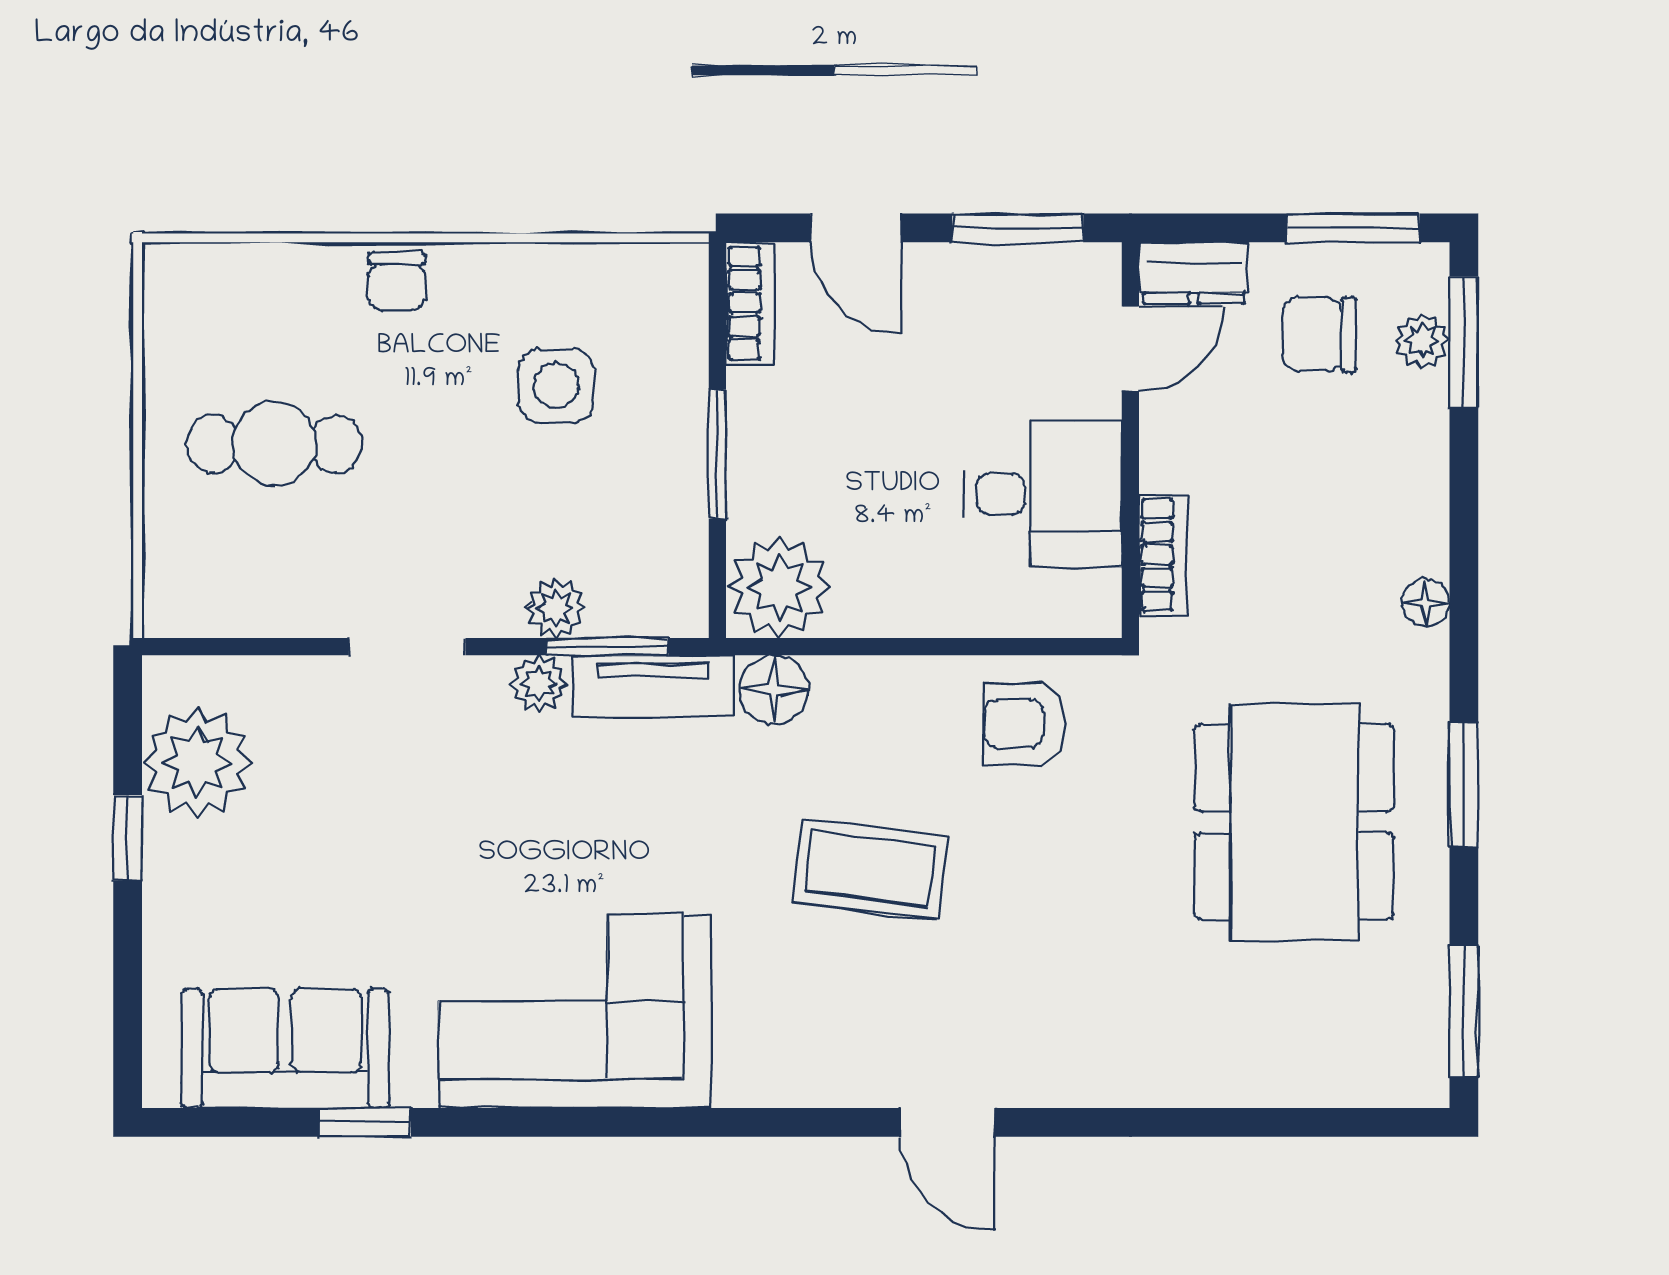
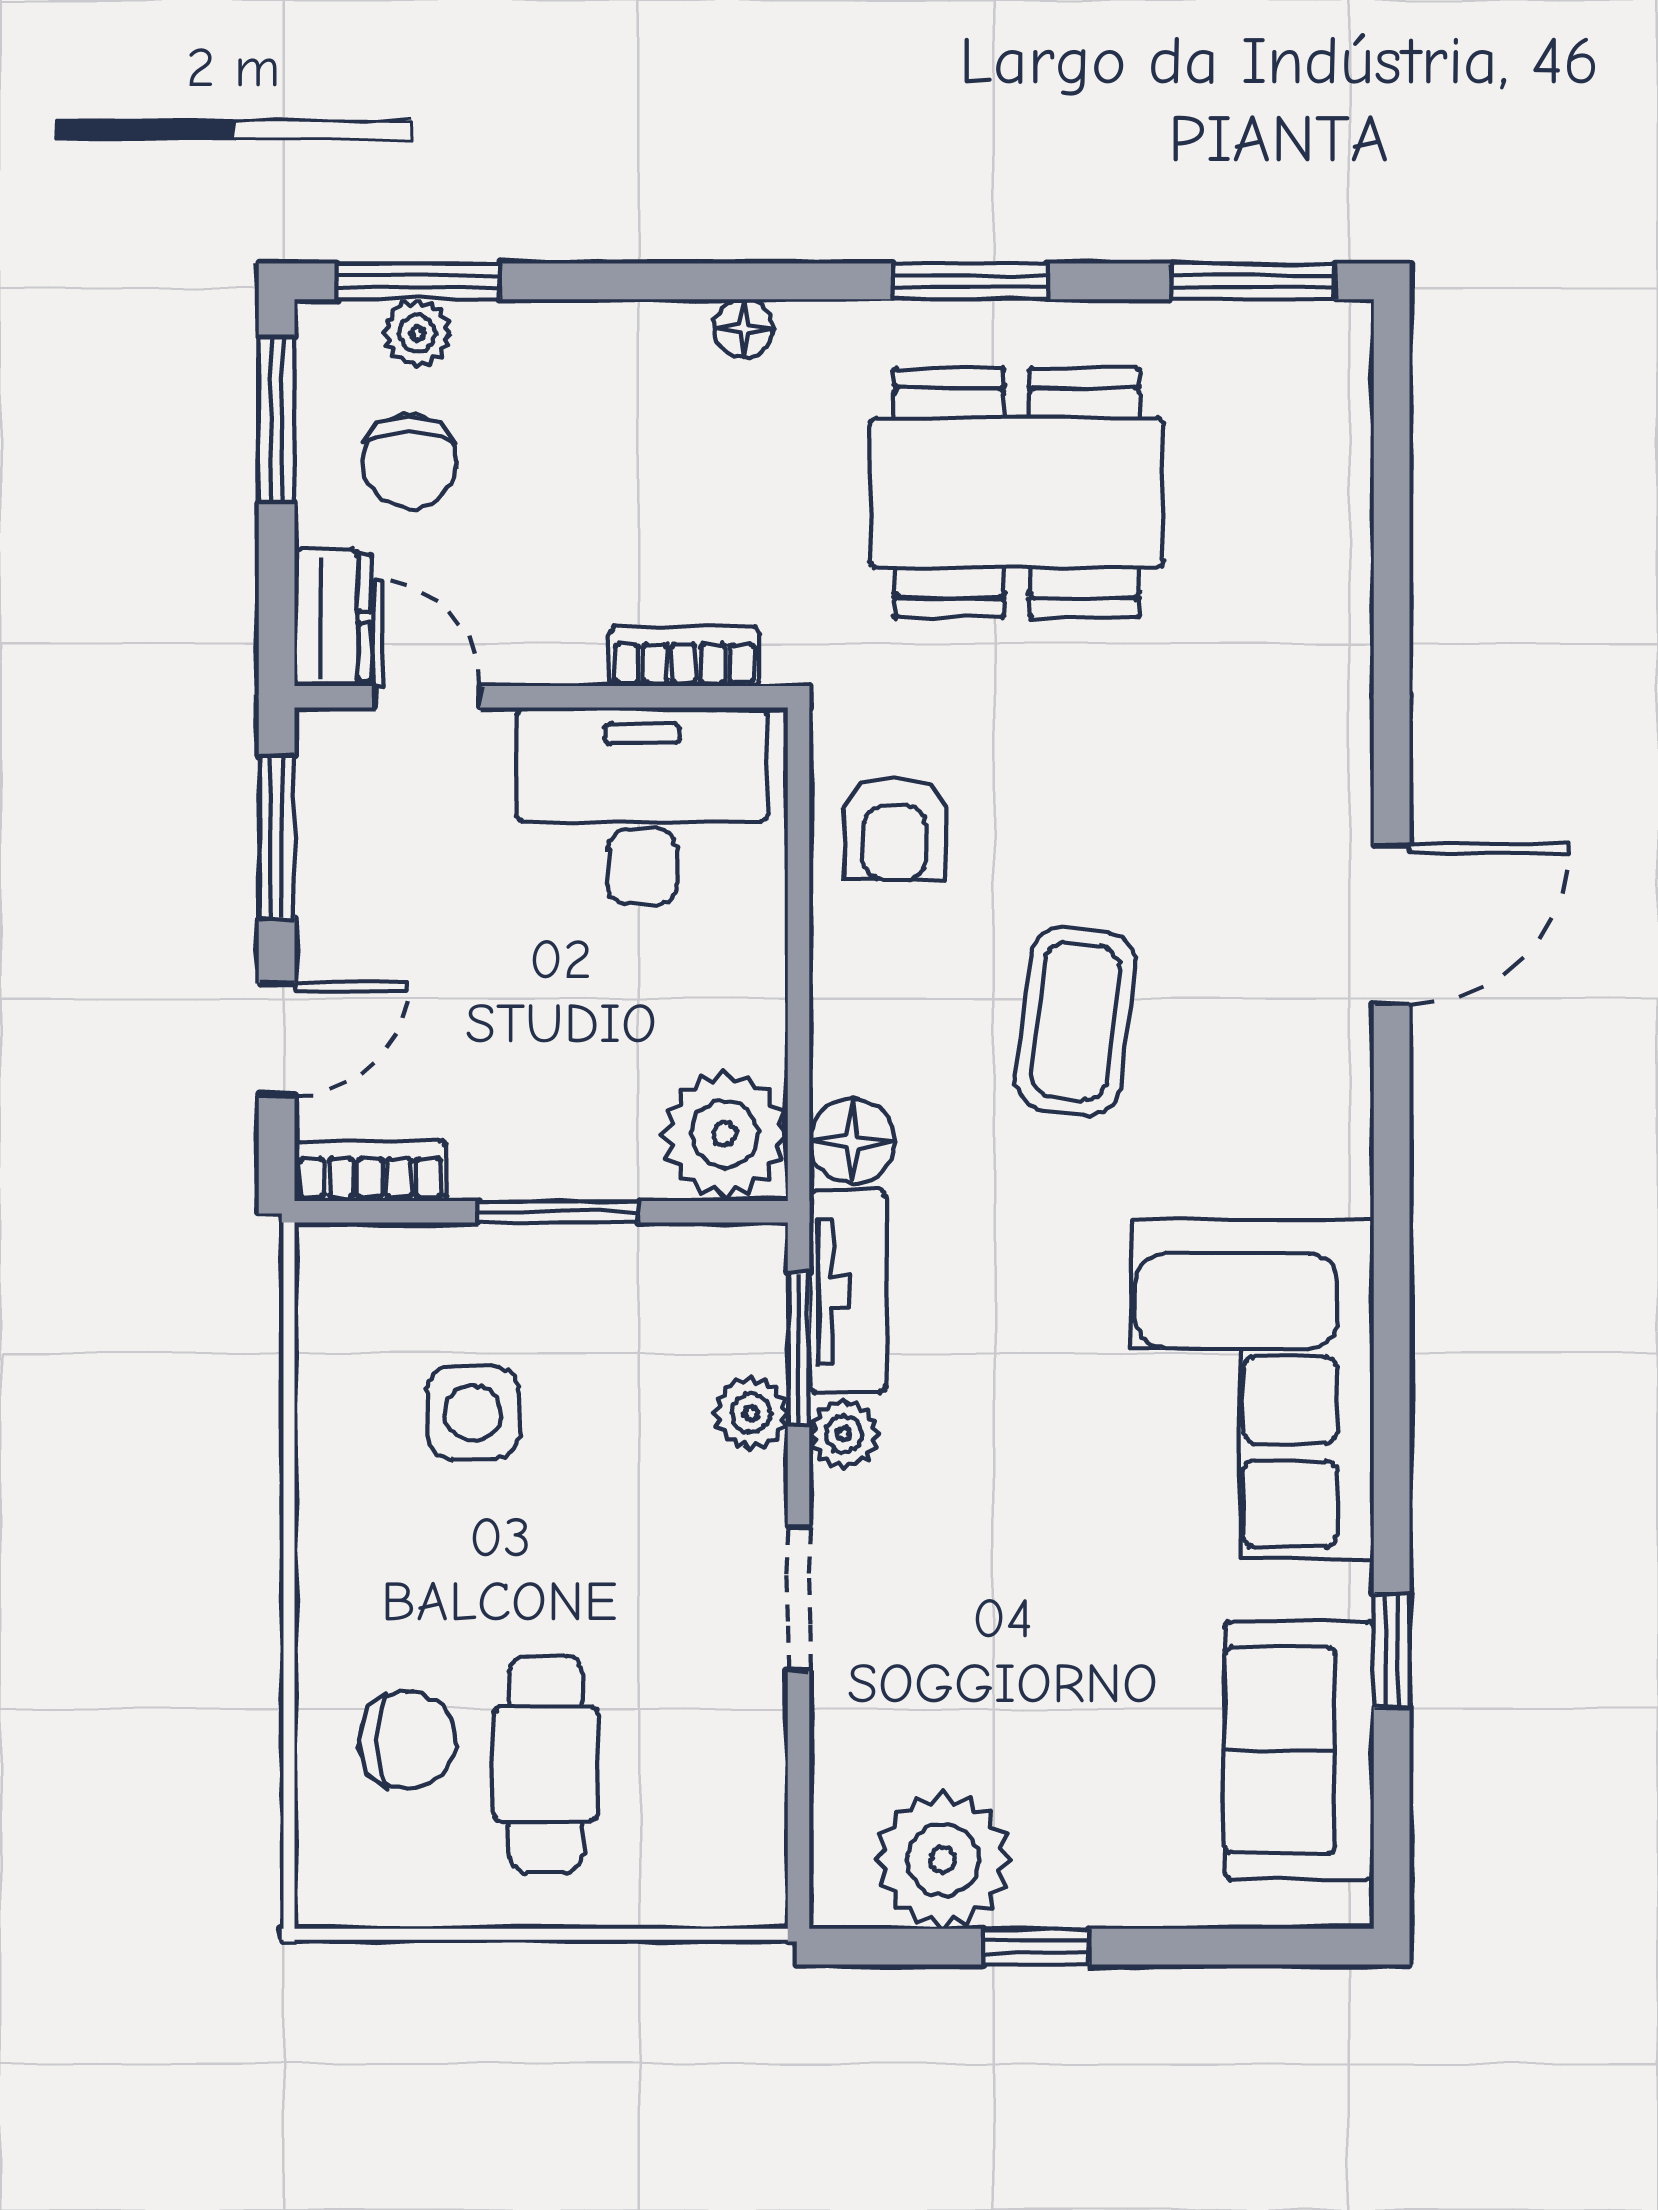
chair: (397, 282) -> (408, 1740), moved, width x1.37, depth x1.37
desk: (1043, 494) -> (642, 806), width x1.37
door: (948, 1122) -> (1392, 925), width x1.38

